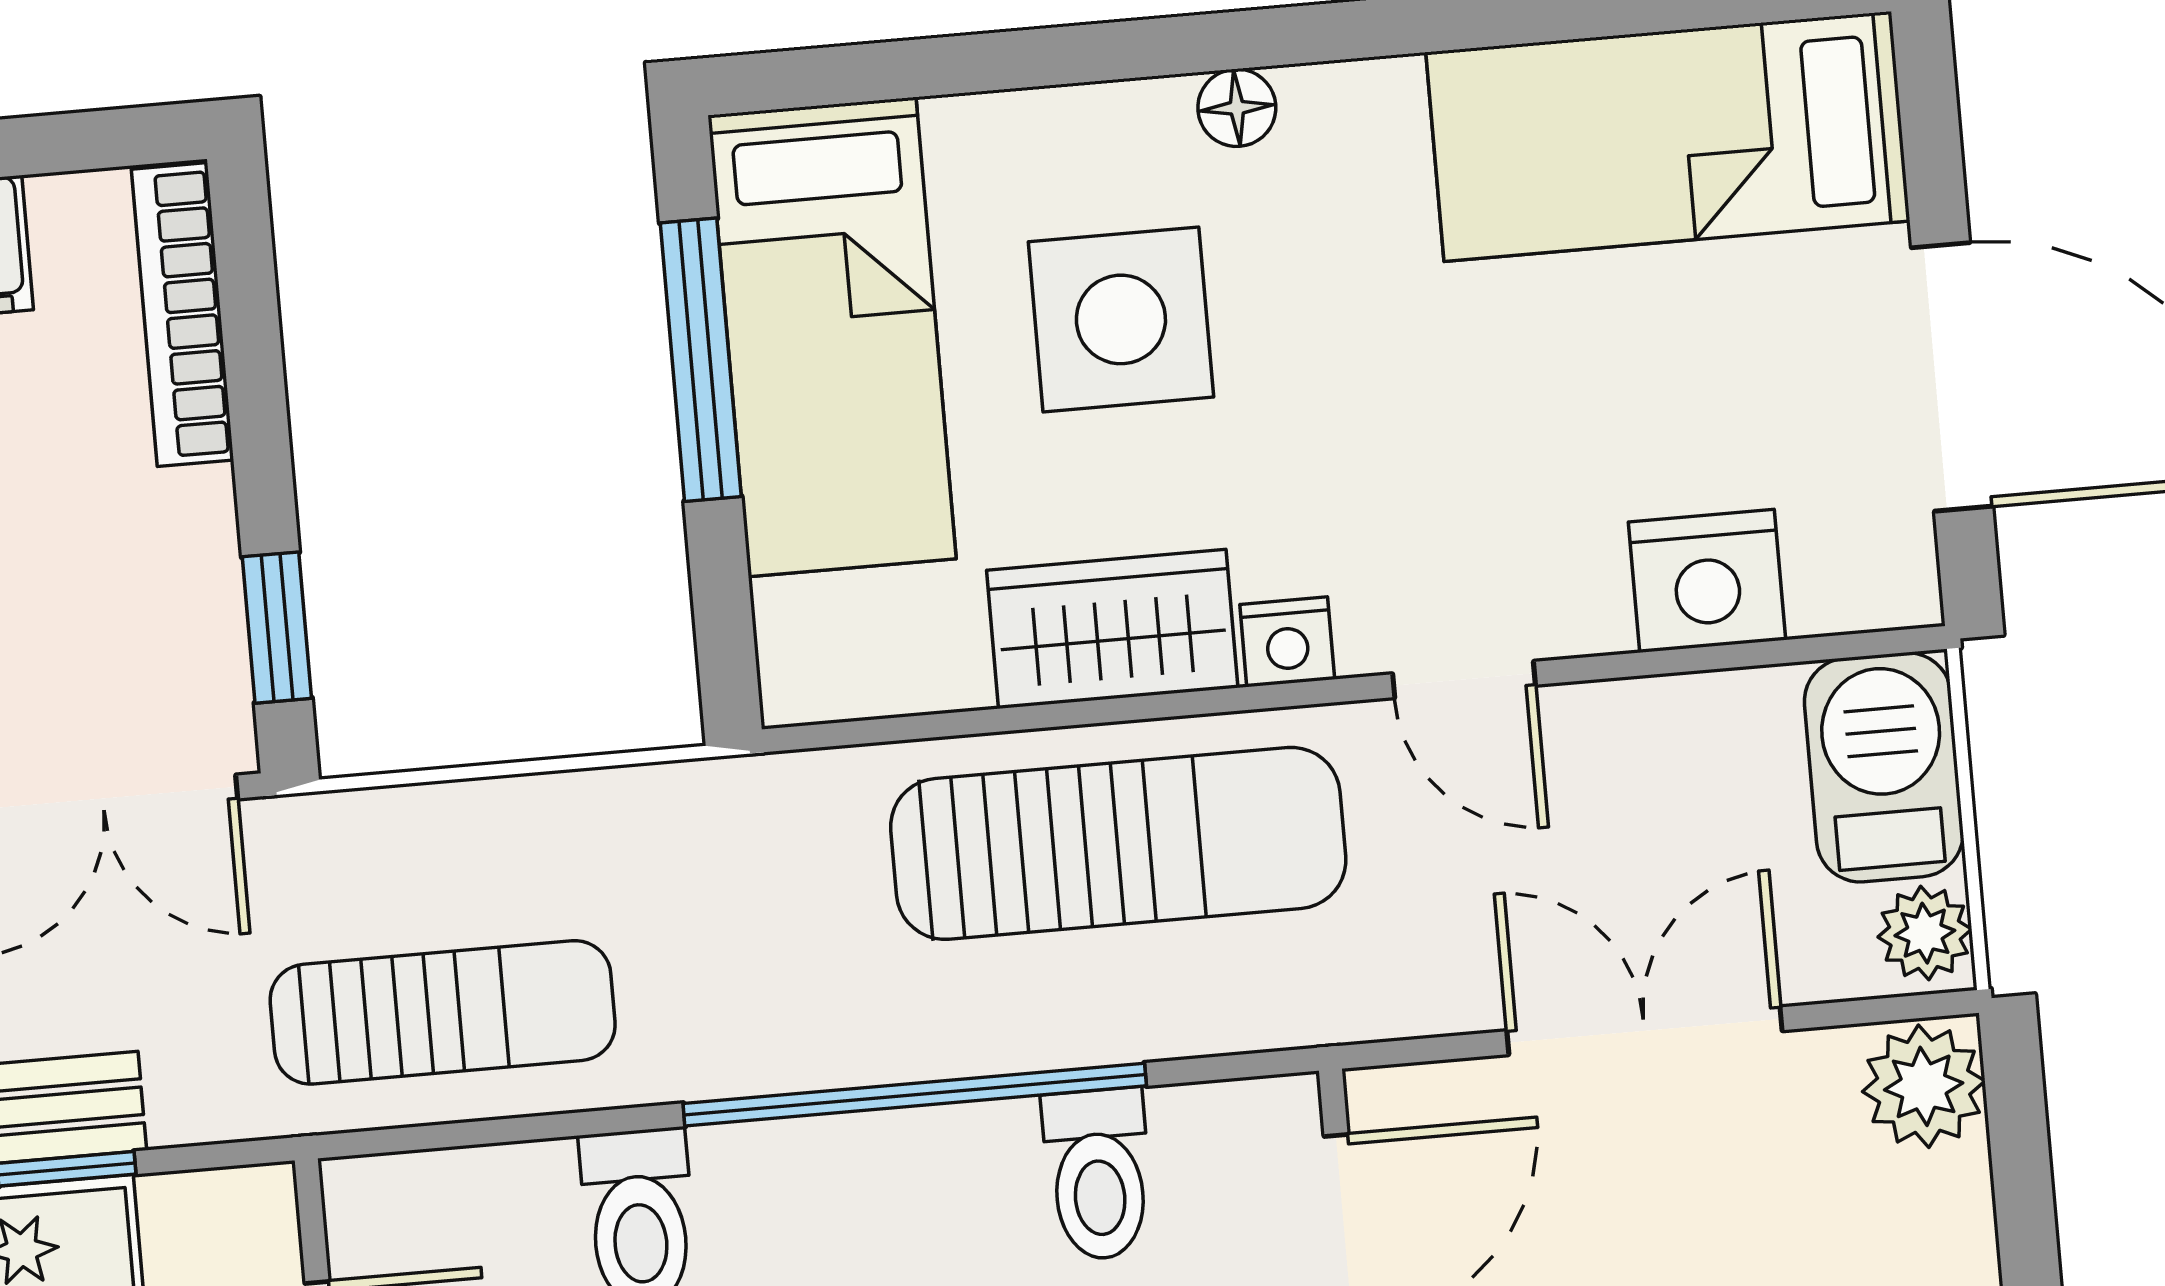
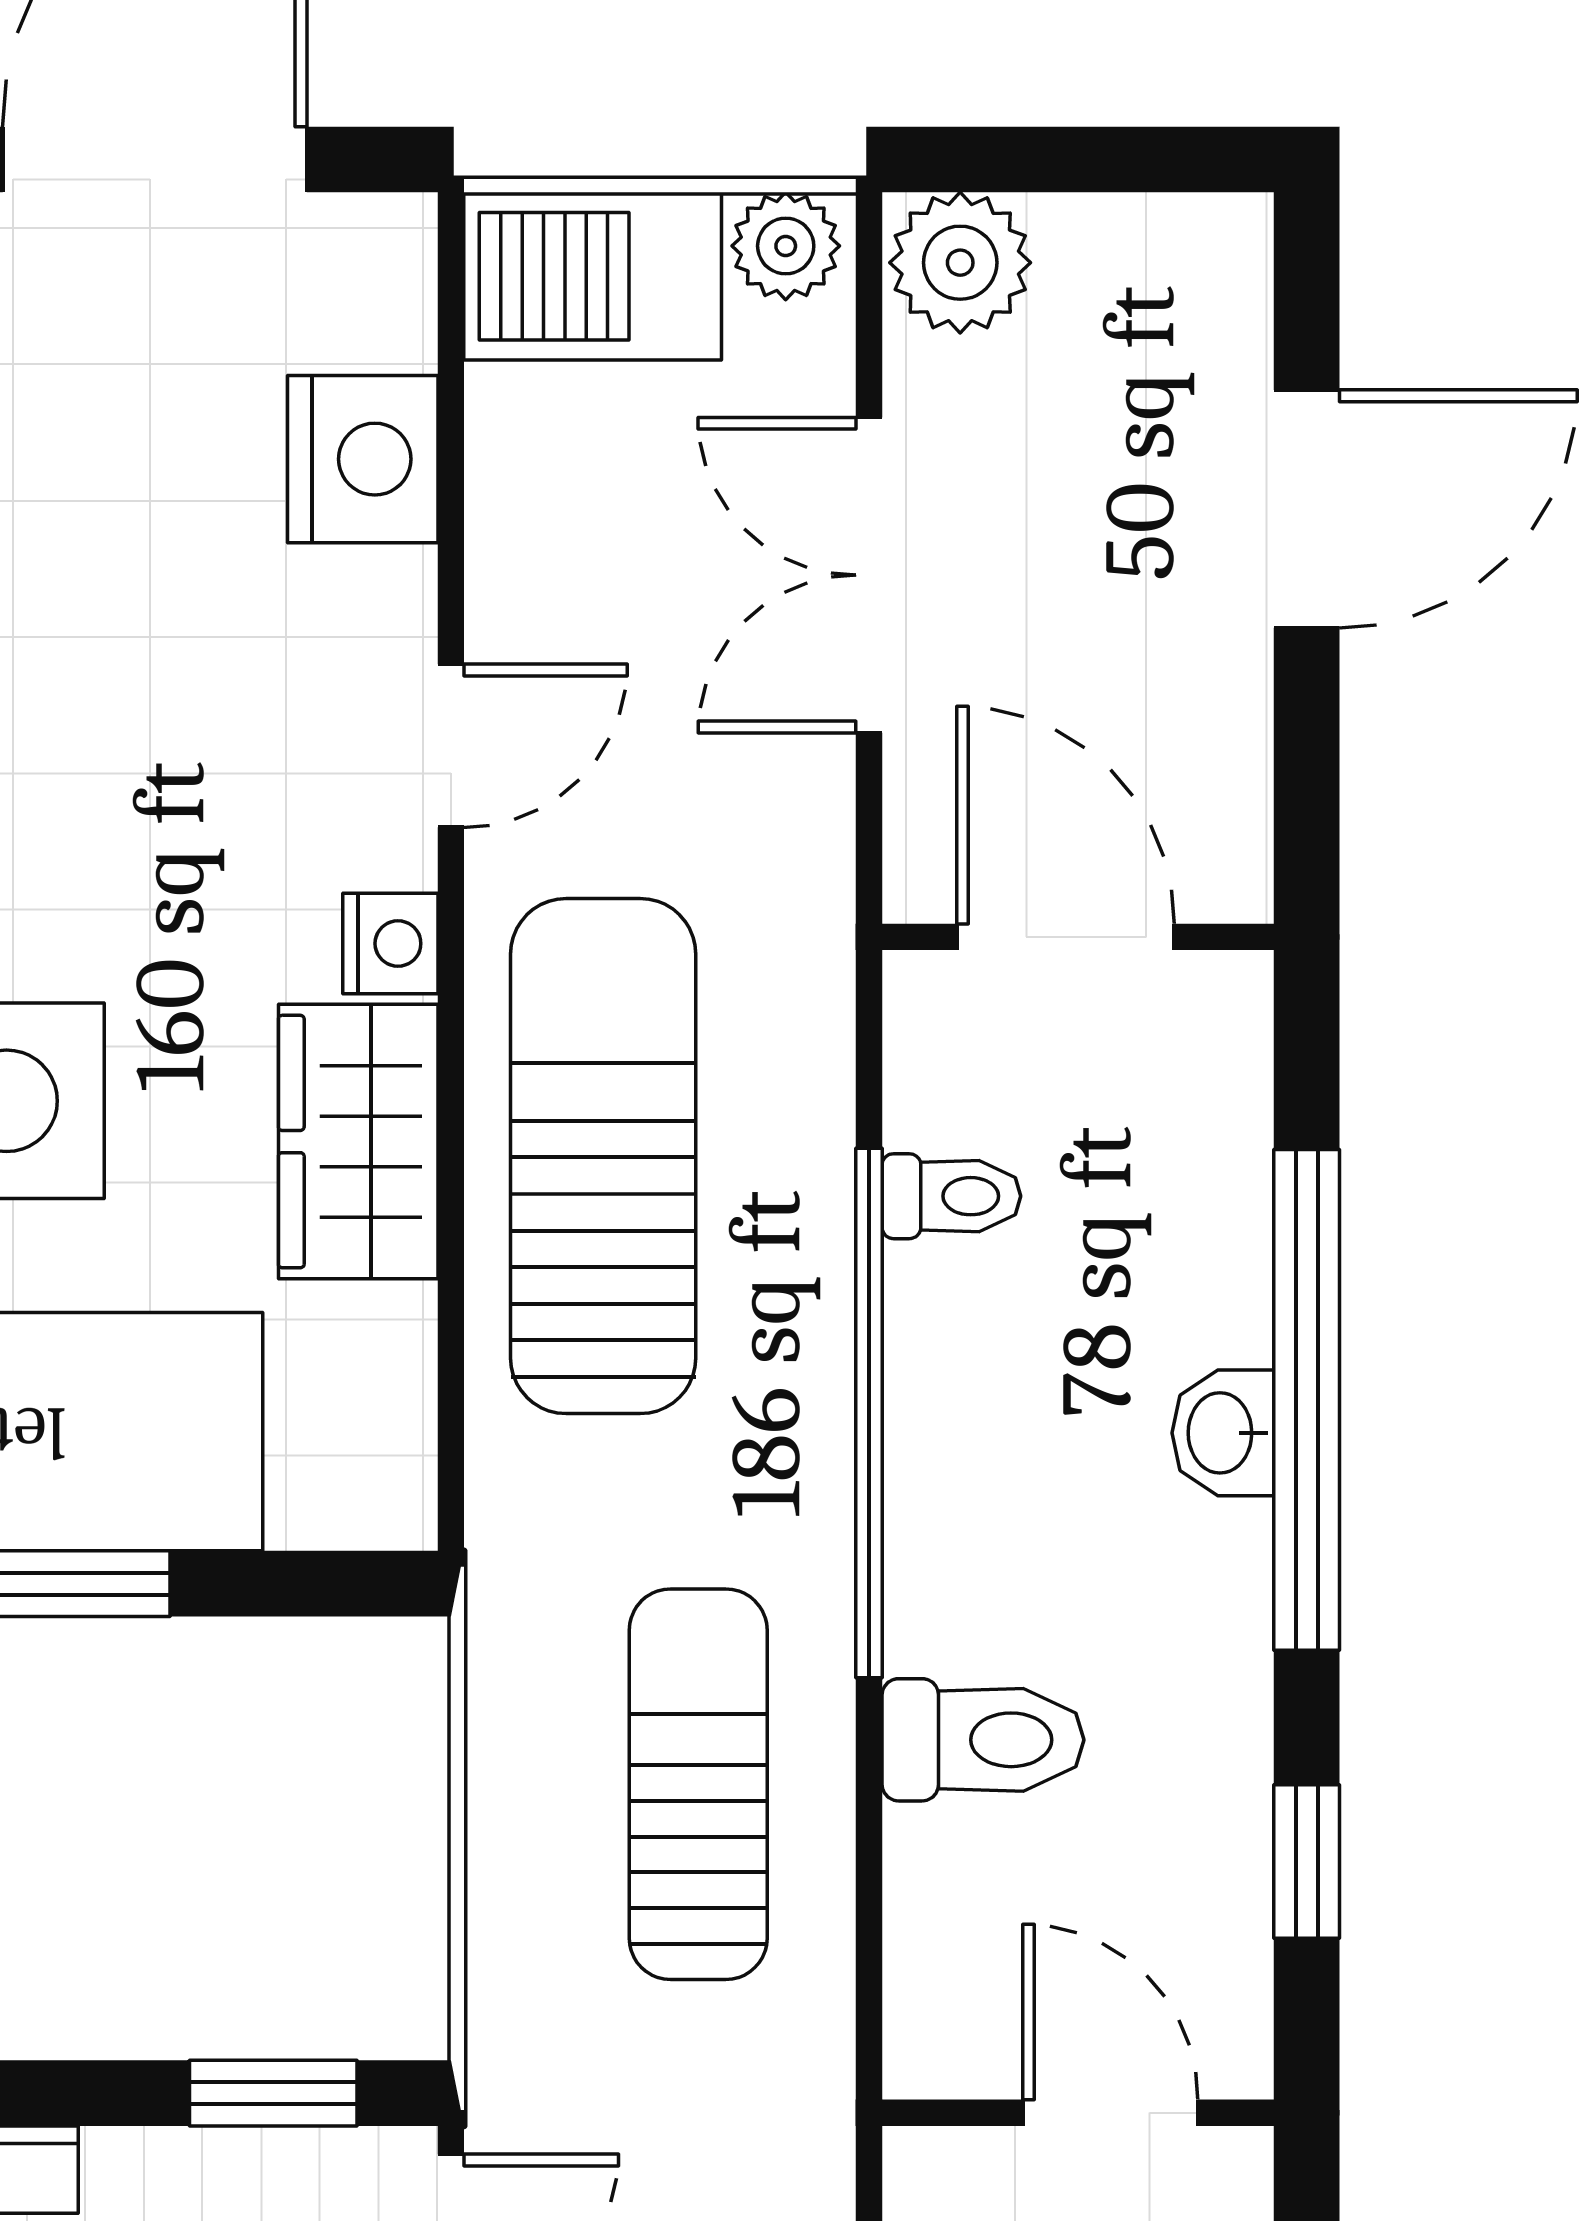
sun lounger: (443, 1012) -> (698, 1784), moved
toilet: (1098, 1174) -> (951, 1196), width x0.73, depth x0.72

